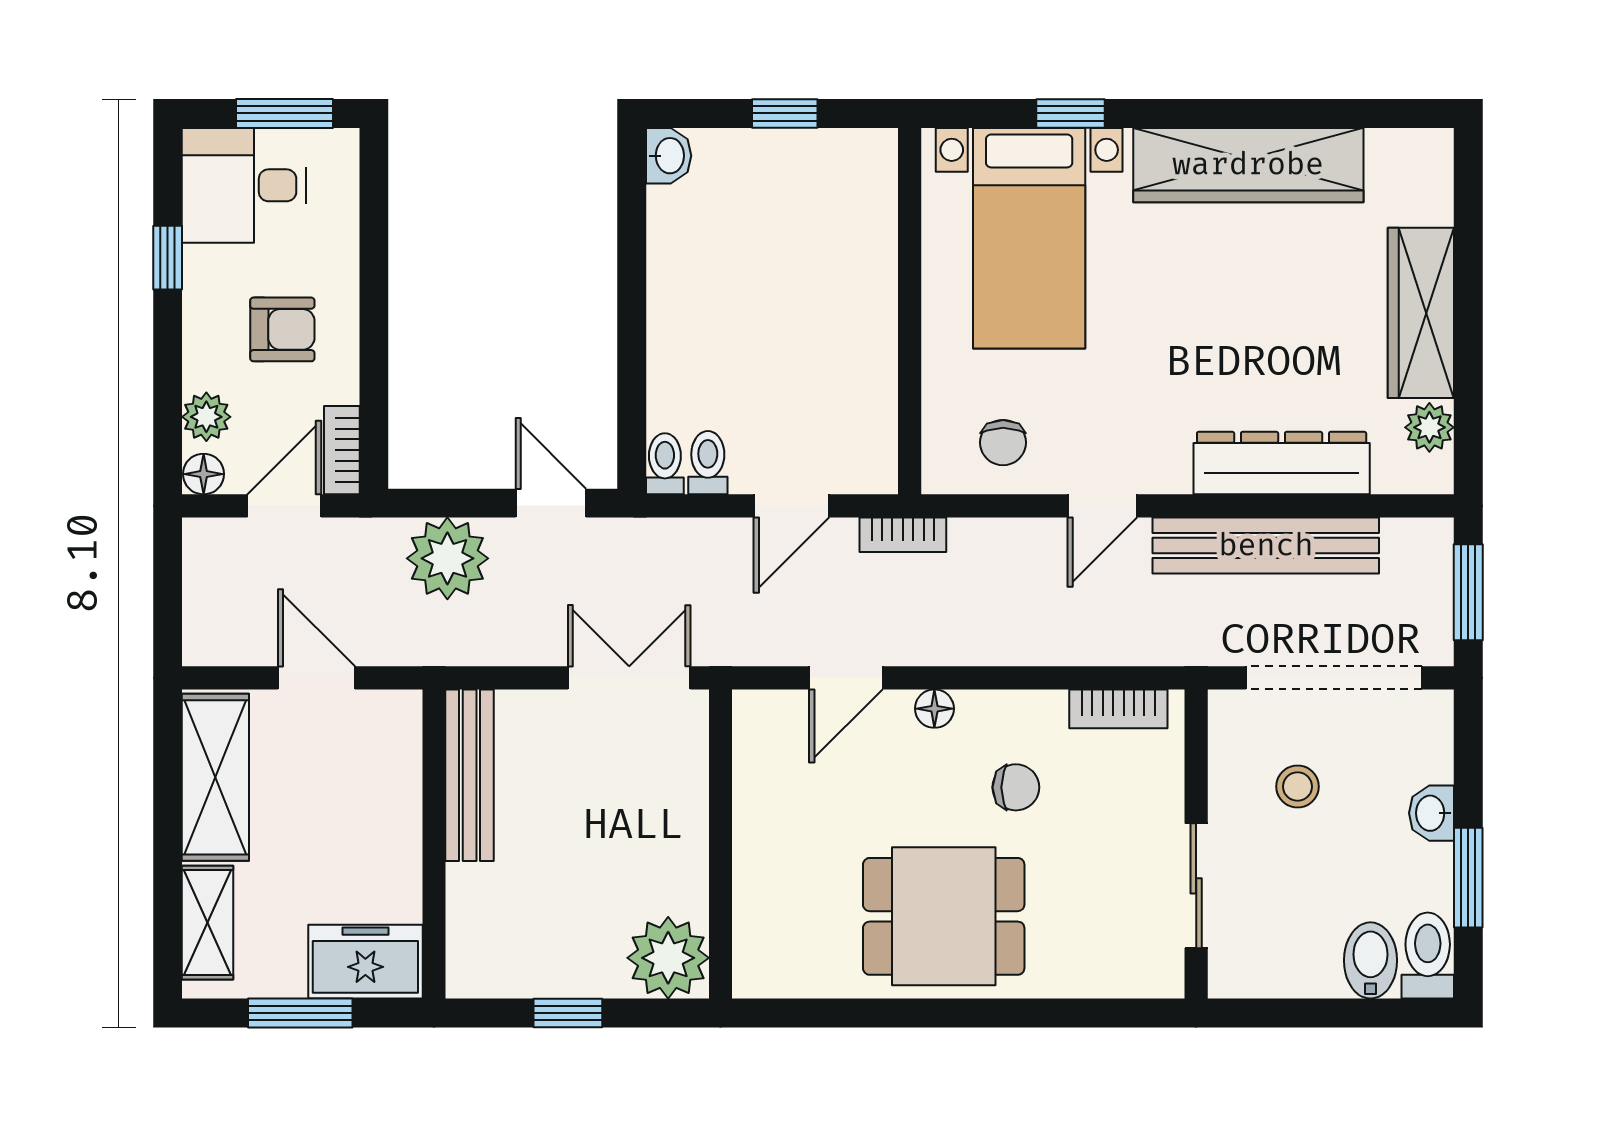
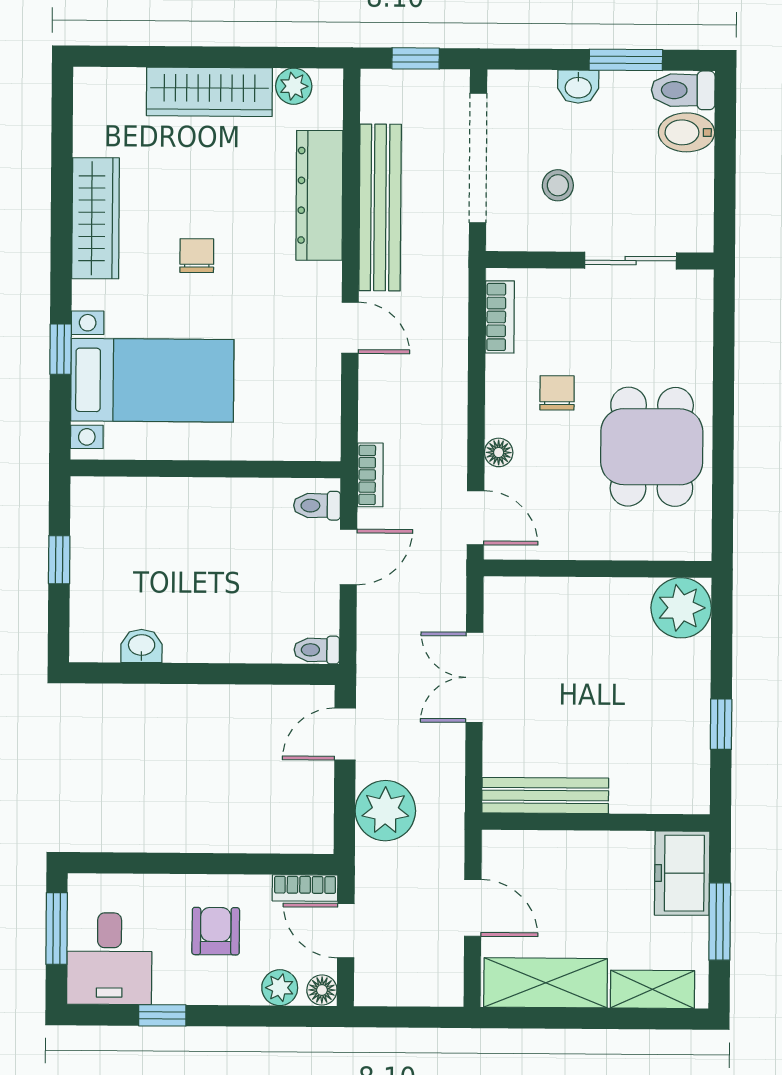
washbasin: (669, 156) -> (142, 646), moved
wardrobe: (1248, 165) -> (96, 218), width x0.71, depth x0.85
chair: (1003, 443) -> (197, 256), moved, turned -90
toilet: (708, 463) -> (317, 506), moved
door: (791, 506) -> (348, 557), hinge flipped
window: (1468, 592) -> (416, 58), width x0.67
door: (316, 678) -> (473, 908), swing flipped
wall: (721, 844) -> (598, 569), moved
plant: (668, 958) -> (681, 608), moved

